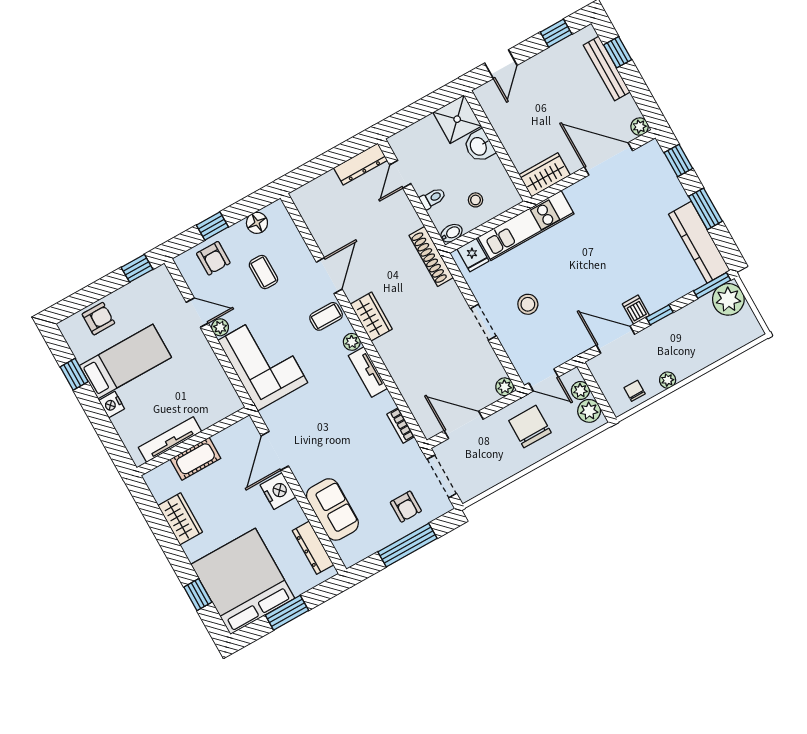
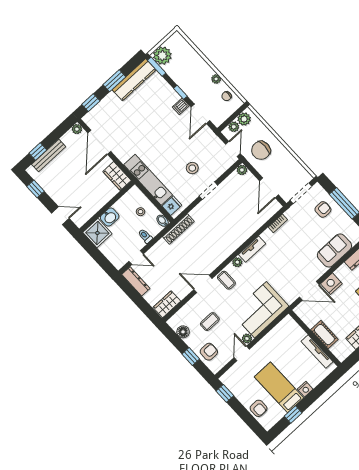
wardrobe: (371, 317) -> (167, 304), moved
armchair: (98, 319) -> (259, 408), turned 180

